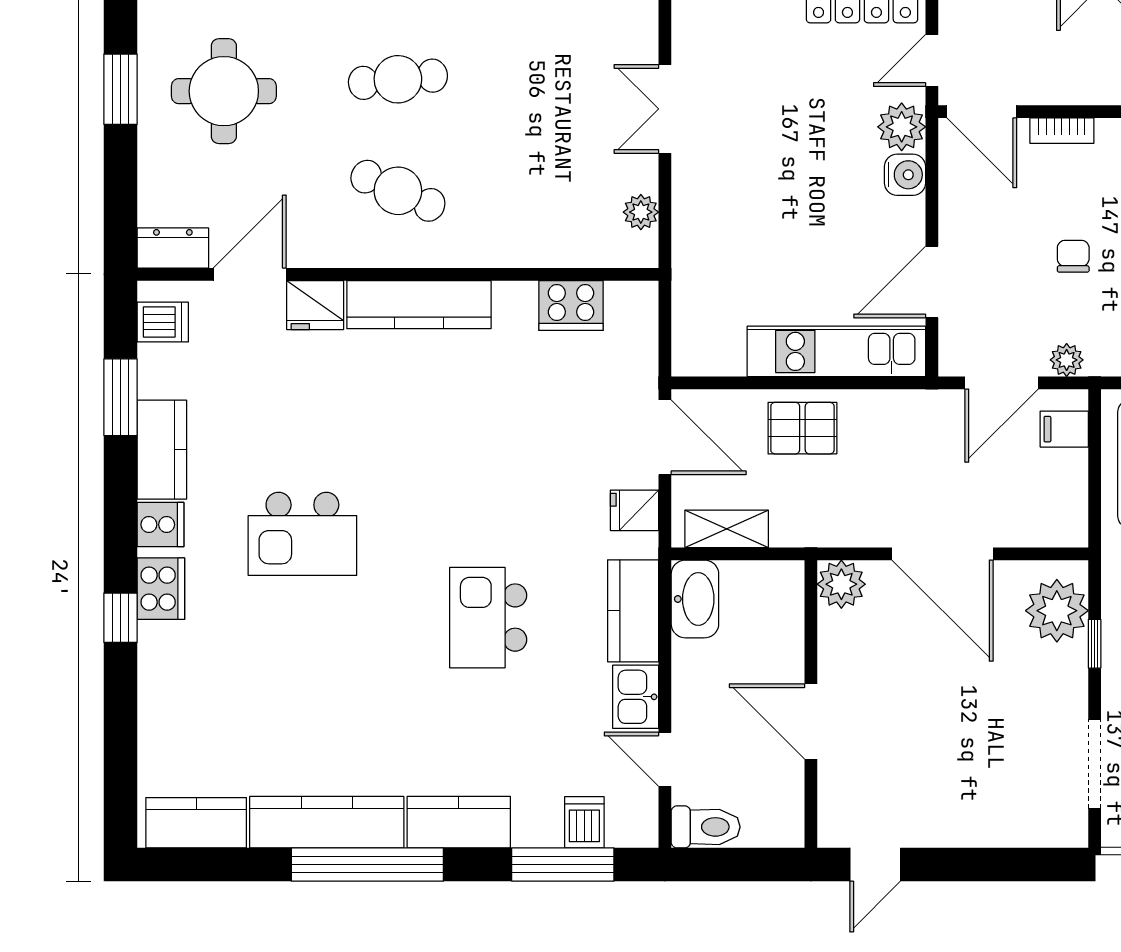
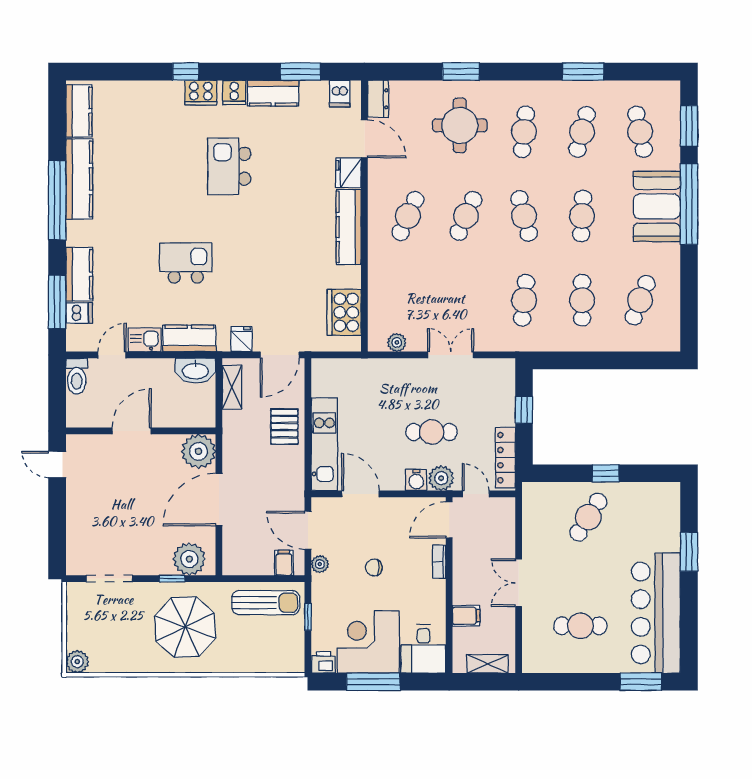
cafe table: (398, 79) -> (466, 216), turned 30
cafe table: (813, 145) -> (432, 432), added
chair: (1073, 256) -> (374, 568), turned 180
cooker: (571, 305) -> (344, 312), width x1.37, depth x1.31
plant: (841, 584) -> (199, 451), width x1.36, depth x1.36
kitchen counter: (459, 822) -> (79, 274), moved

